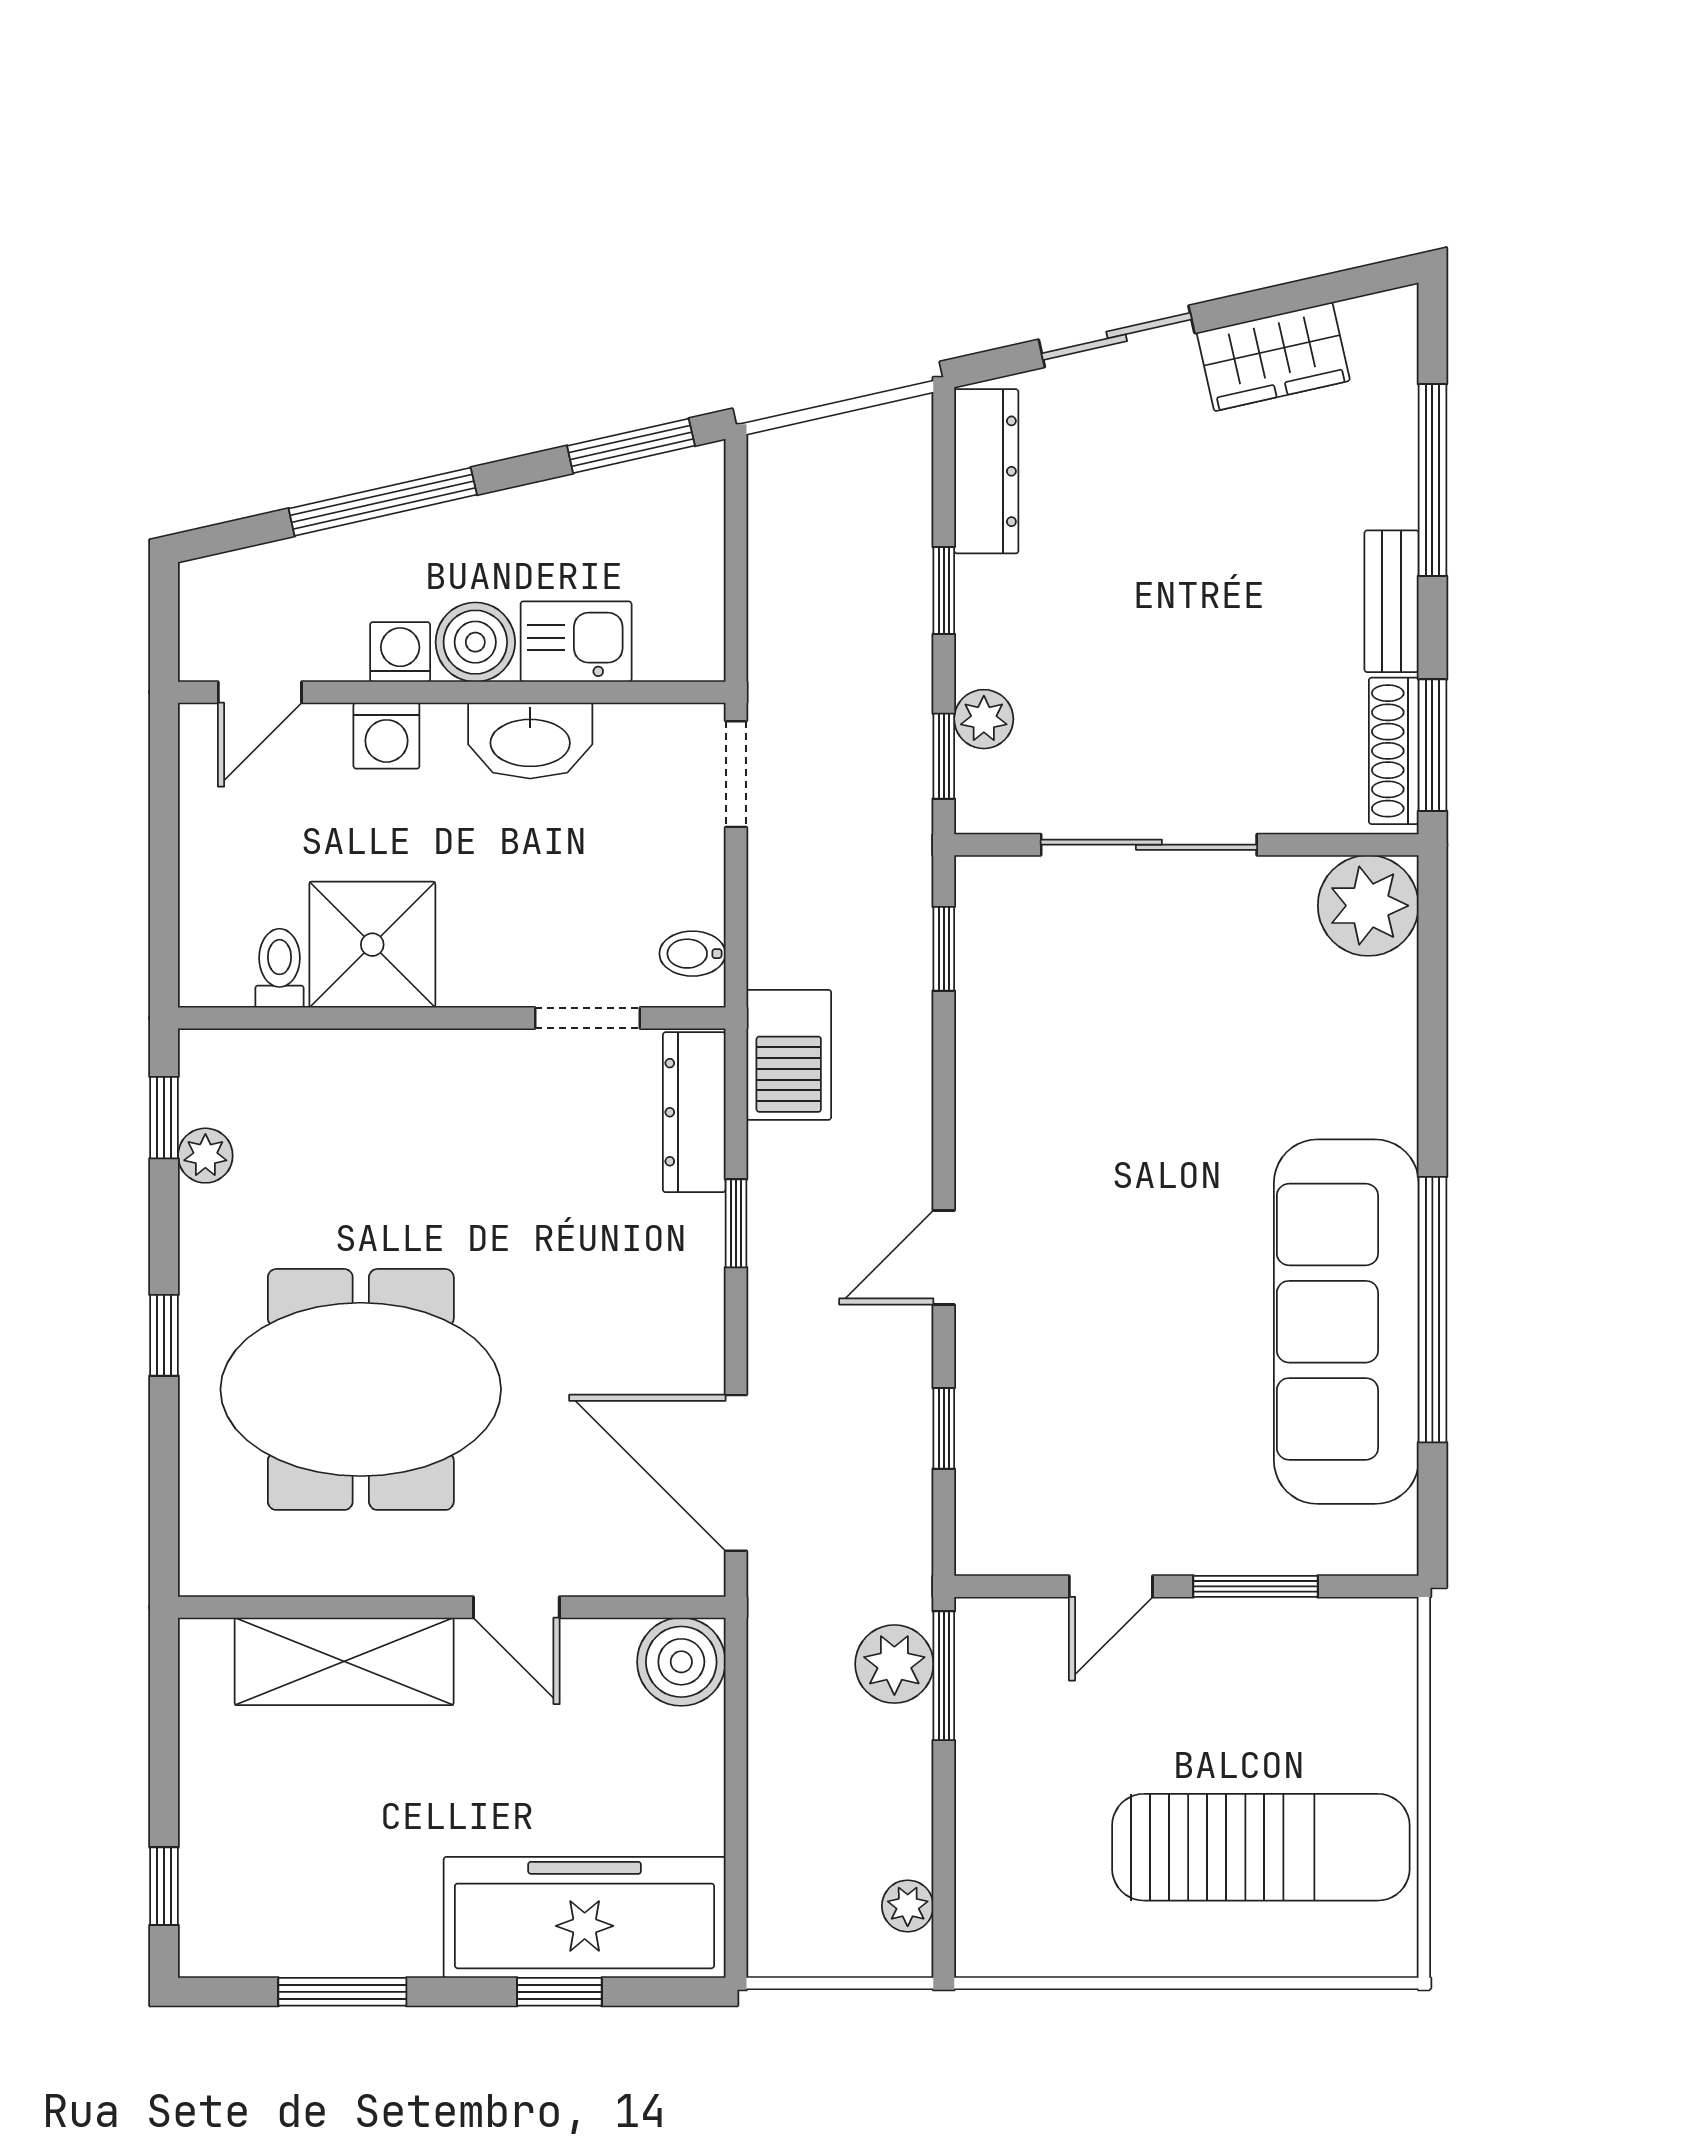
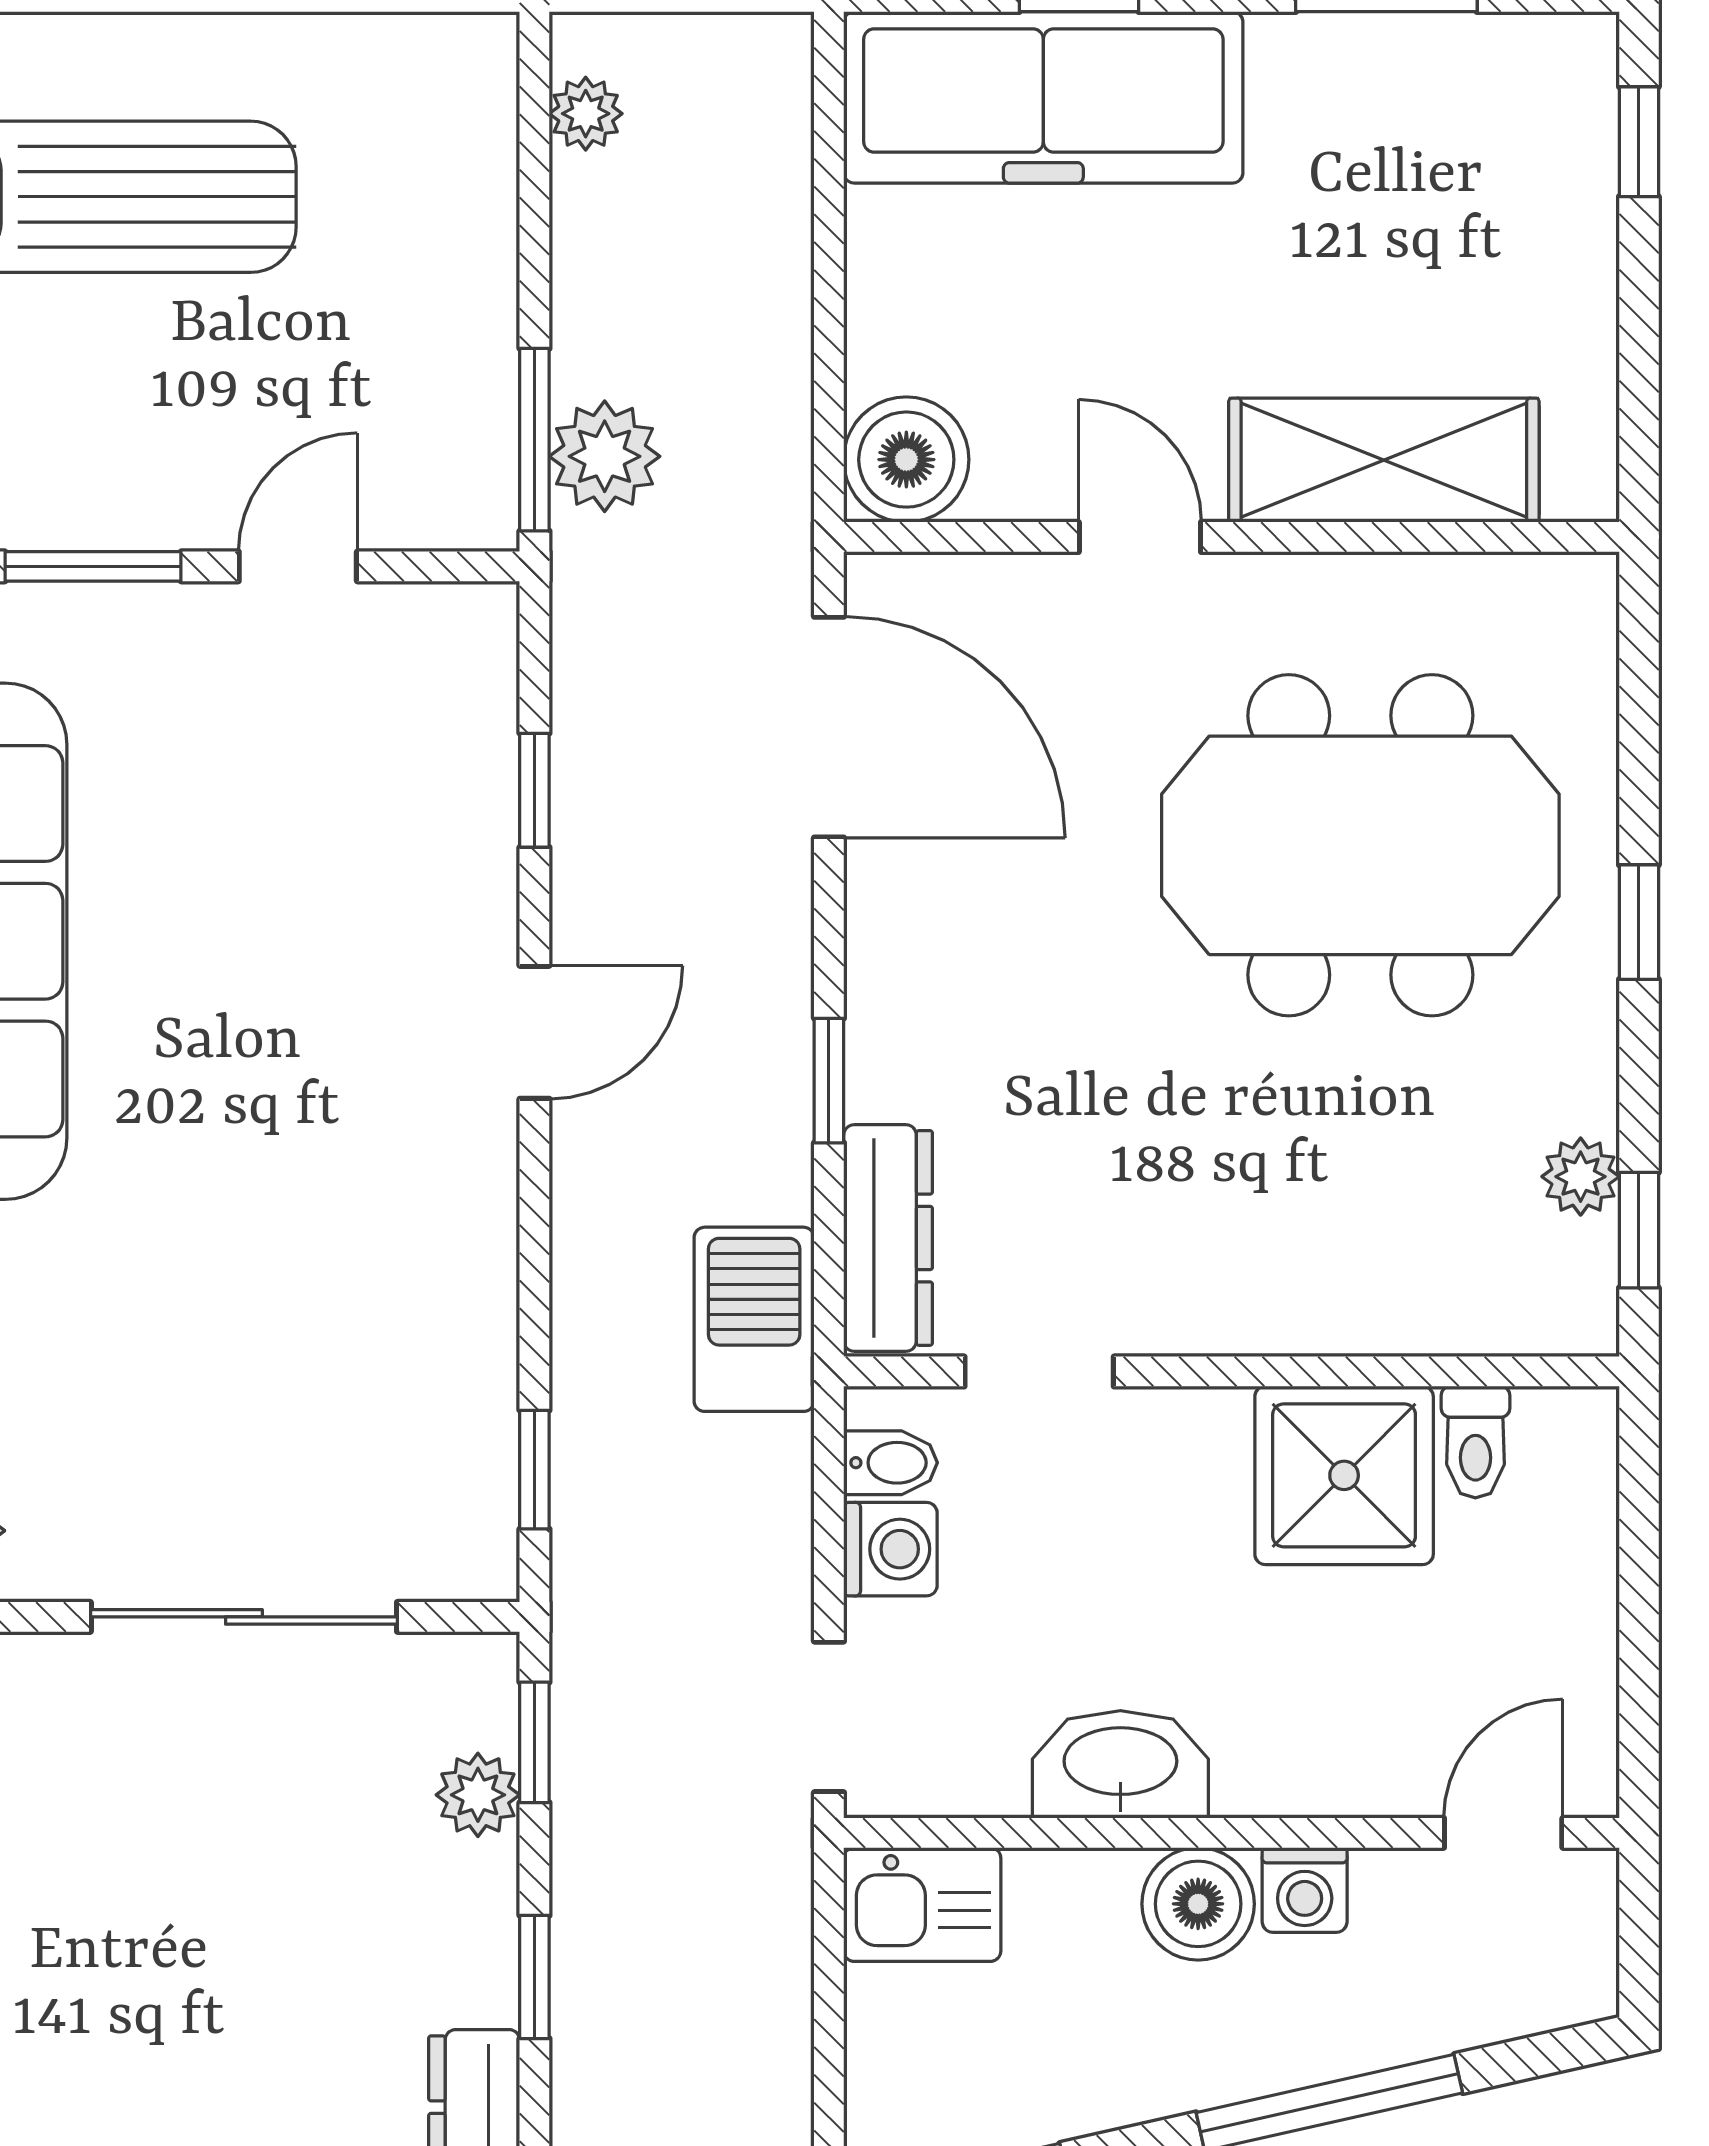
kitchen sink: (576, 642) -> (922, 1905), moved
washing machine: (386, 736) -> (890, 1549), moved, turned 90

